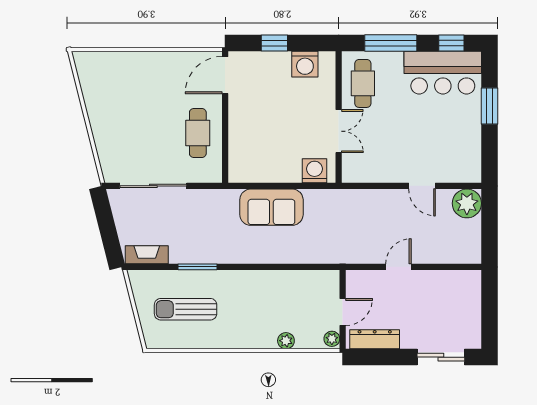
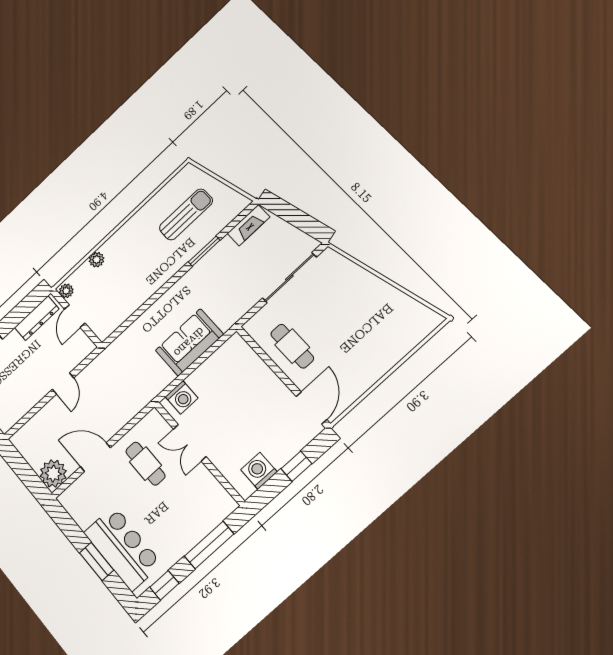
bar counter: (443, 73) -> (123, 548), moved, turned 90
cafe table: (363, 83) -> (145, 464), moved
door: (422, 186) -> (95, 457), width x1.38

